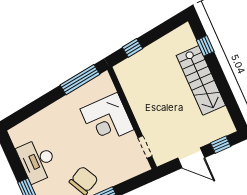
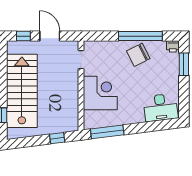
stairs: (201, 80) -> (22, 91), width x1.36, depth x1.51
desk: (37, 160) -> (160, 107), moved, turned 83

